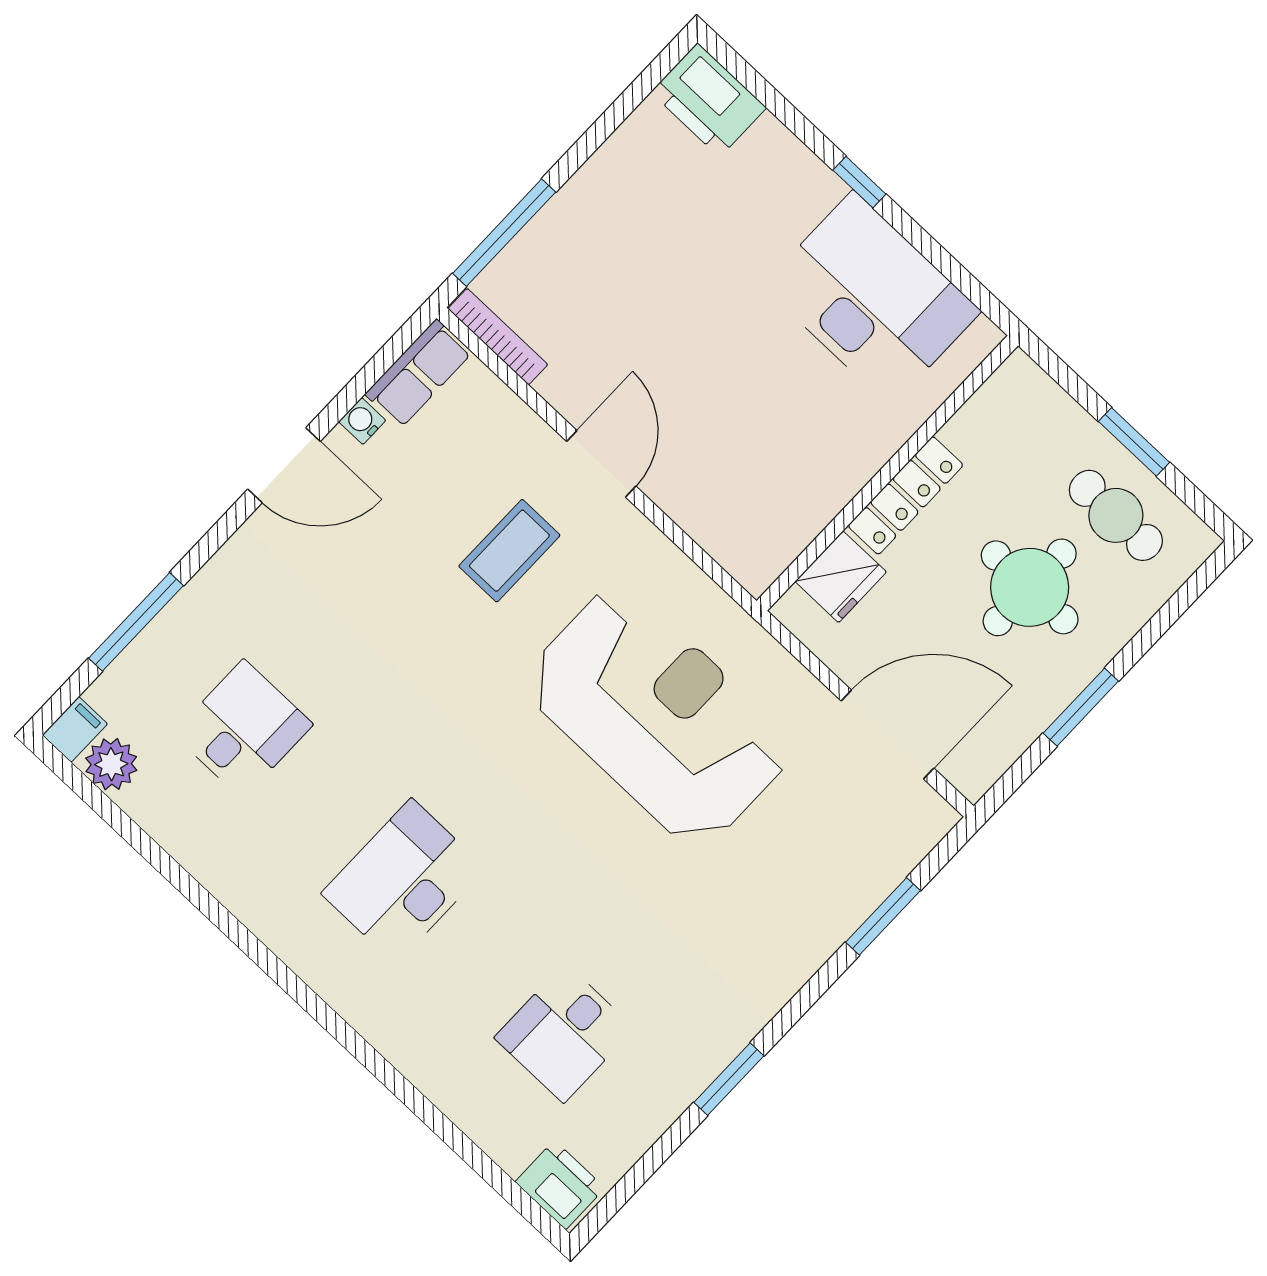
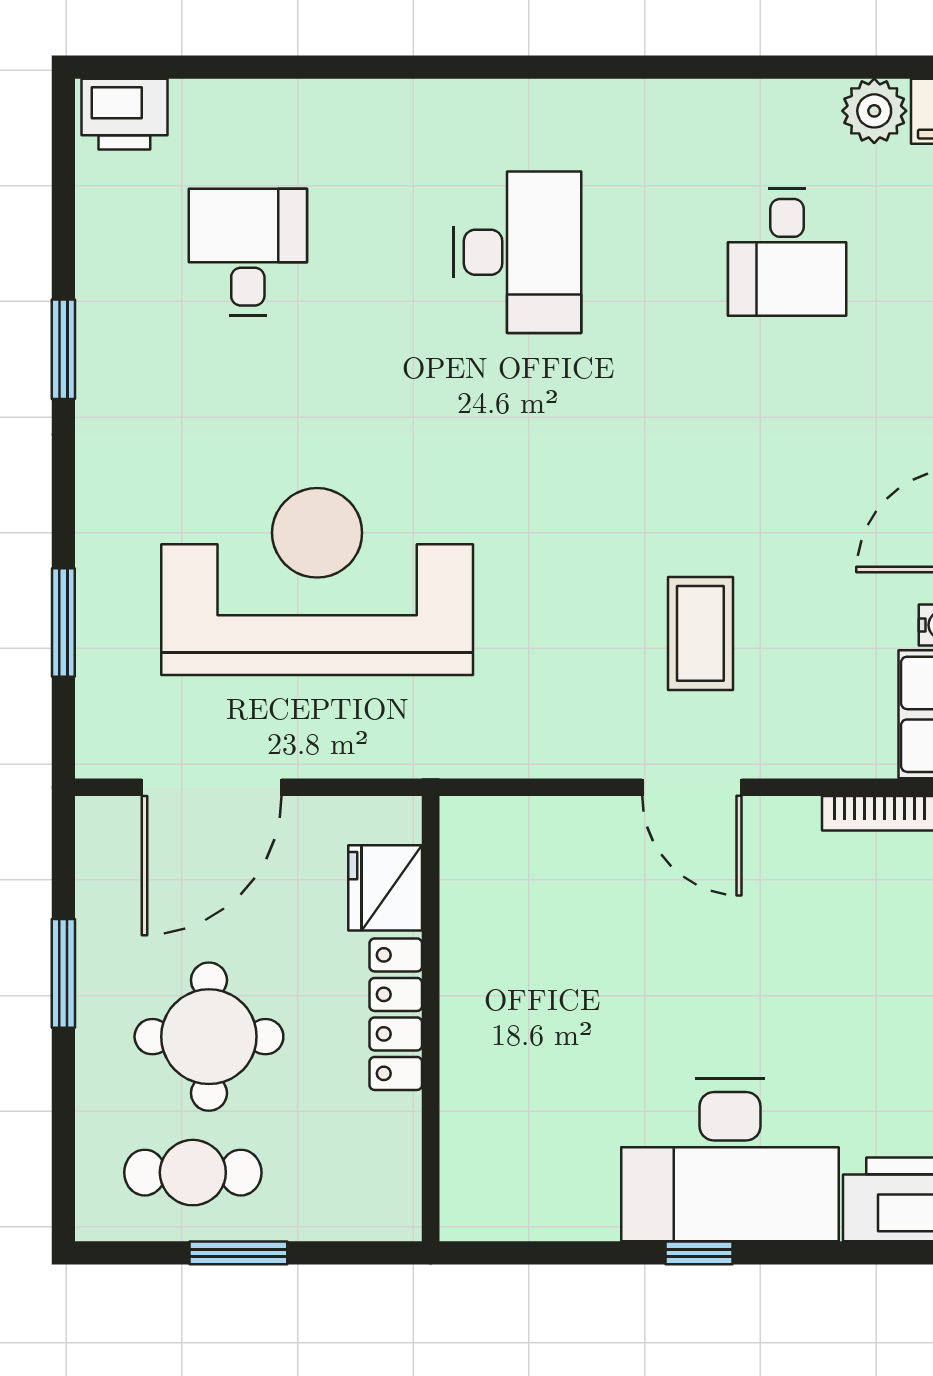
desk: (872, 299) -> (730, 1160), moved
reception desk: (658, 716) -> (317, 581), moved, turned 180

